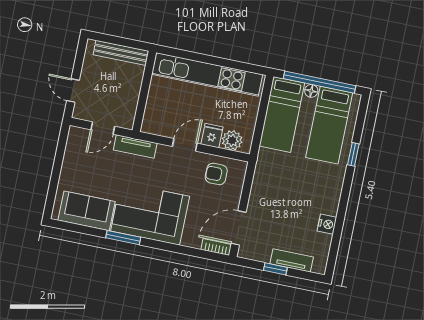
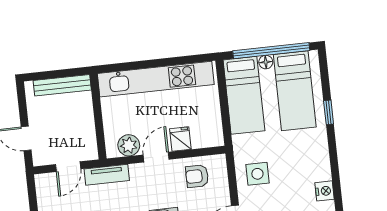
plant: (232, 140) -> (129, 145), moved
side table: (271, 189) -> (257, 174), added

